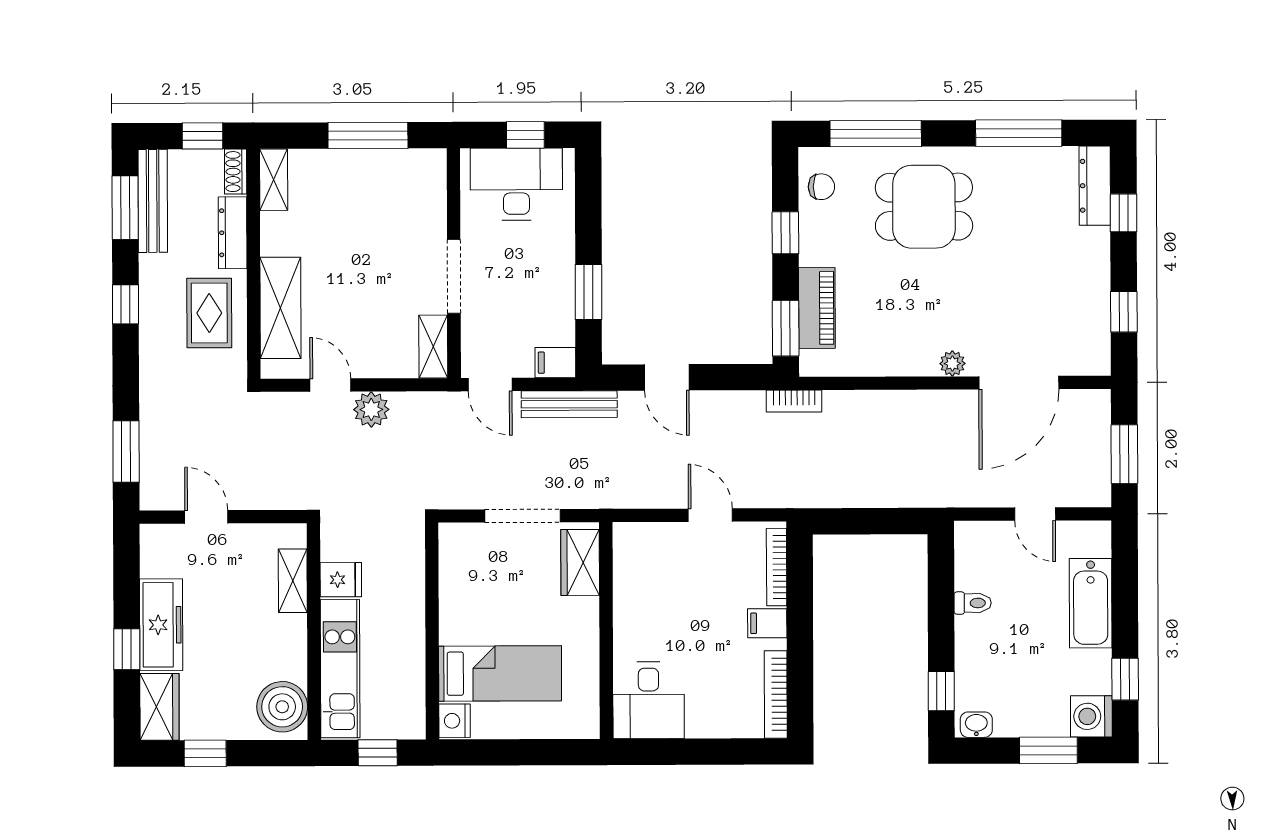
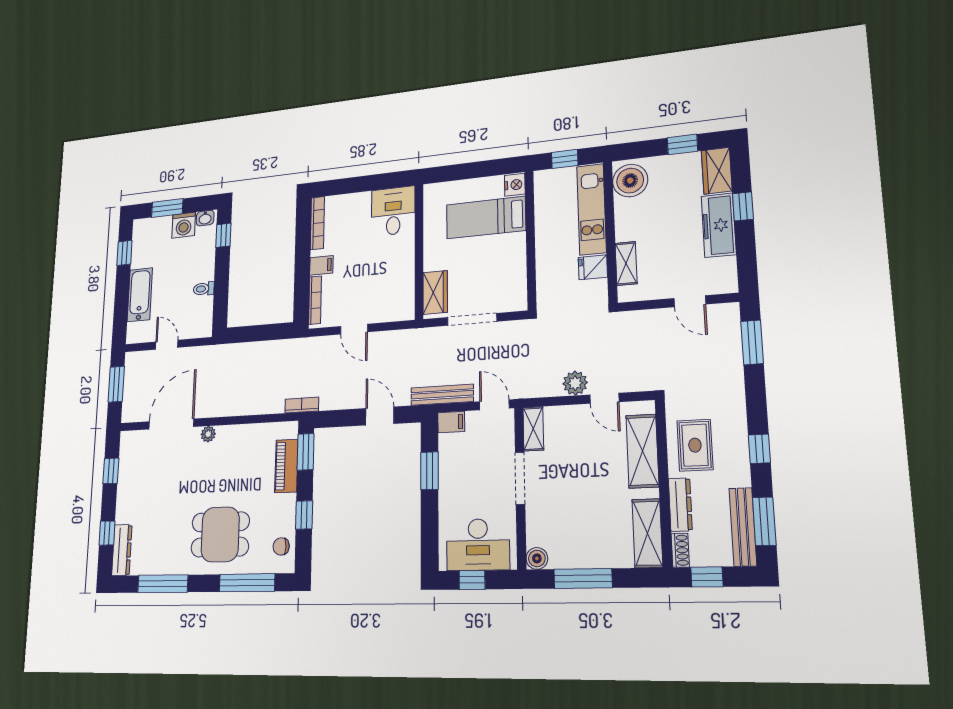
boiler: (432, 163) -> (537, 558), added
shelving: (274, 180) -> (647, 533), width x1.50, depth x1.33
washing machine: (1091, 716) -> (184, 225), moved, turned 90

